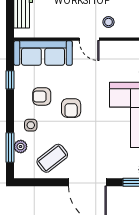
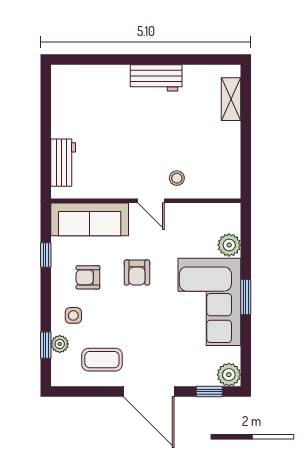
armchair: (71, 108) -> (137, 273), moved
window: (10, 147) -> (46, 345), width x0.67
coffee table: (52, 158) -> (102, 360), turned 38

